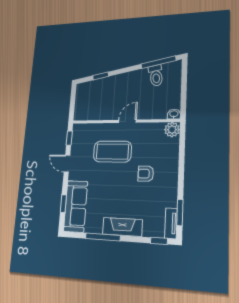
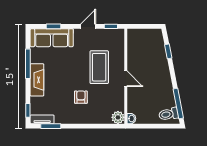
toilet: (156, 76) -> (168, 114), moved

